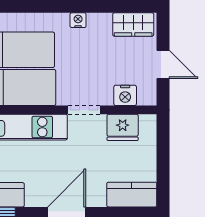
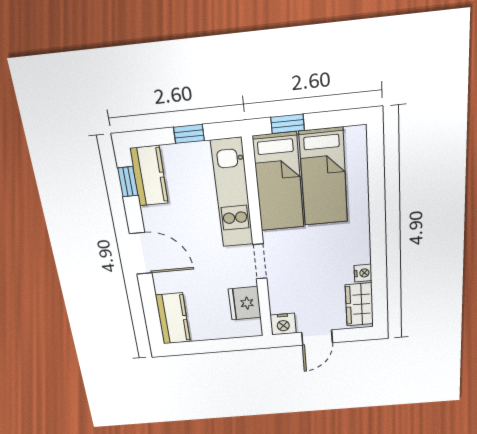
nightstand: (78, 20) -> (363, 273), moved
nightstand: (125, 95) -> (283, 324), moved, turned -90

